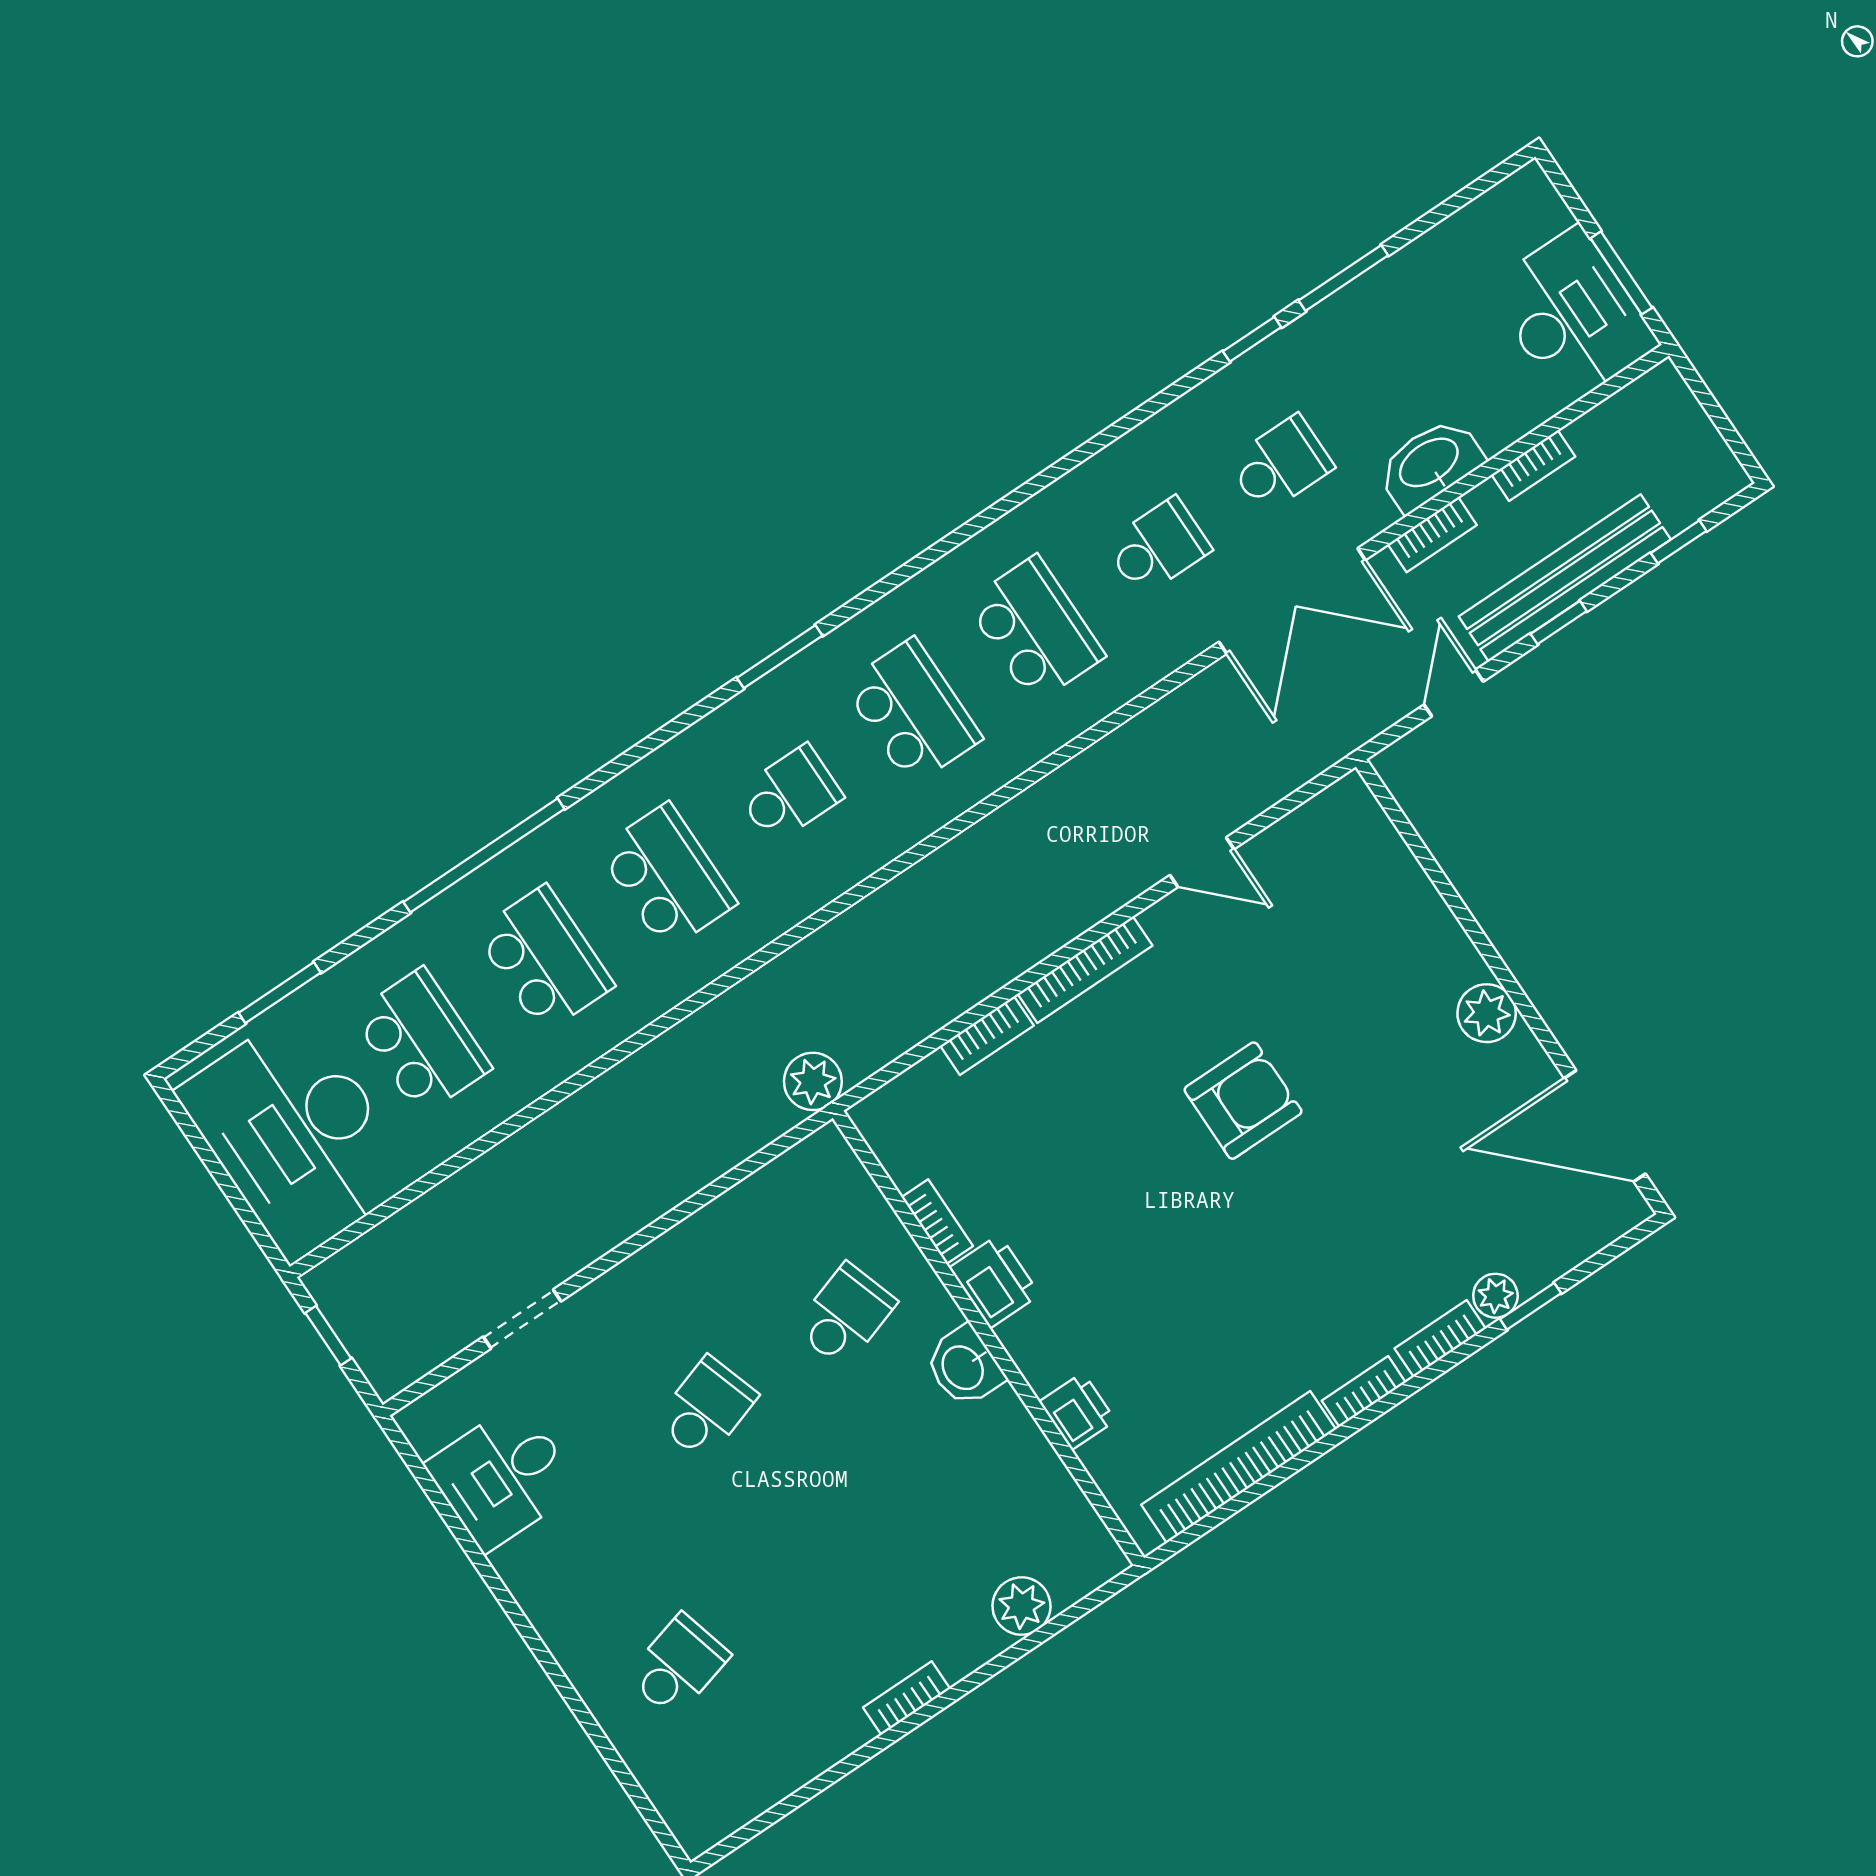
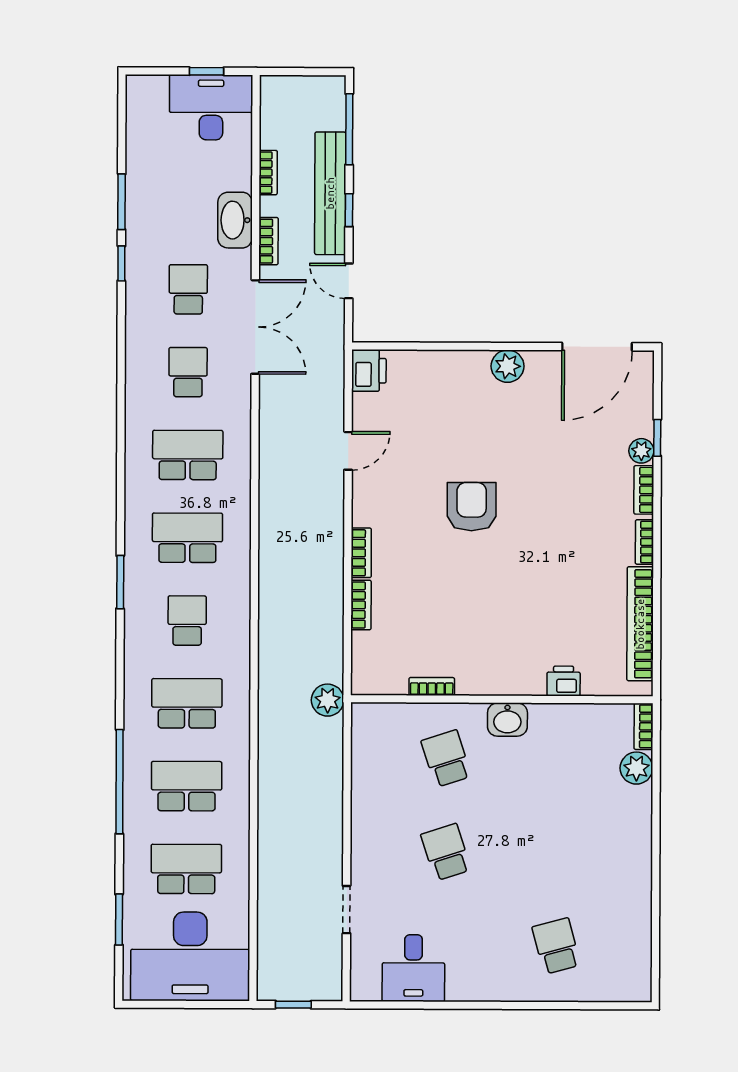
window: (1621, 273) -> (207, 71), width x0.67
window: (1679, 542) -> (349, 129), width x2.17
bookcase: (1085, 970) -> (361, 553), width x0.64
printer: (995, 1281) -> (369, 371), moved, turned 90
bookcase: (907, 1698) -> (643, 726), moved

